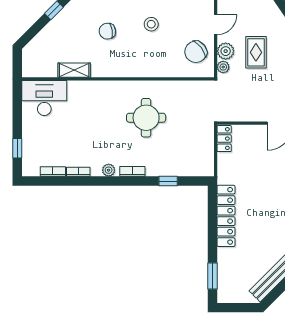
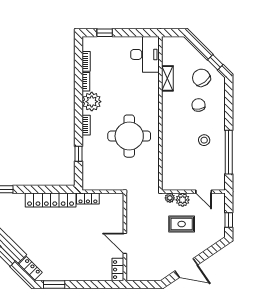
chair: (196, 52) -> (201, 78), moved
round table: (146, 118) -> (129, 136), width x1.36, depth x1.36
locker: (224, 139) -> (88, 199), moved
plant: (109, 170) -> (92, 102), width x1.88, depth x1.88

